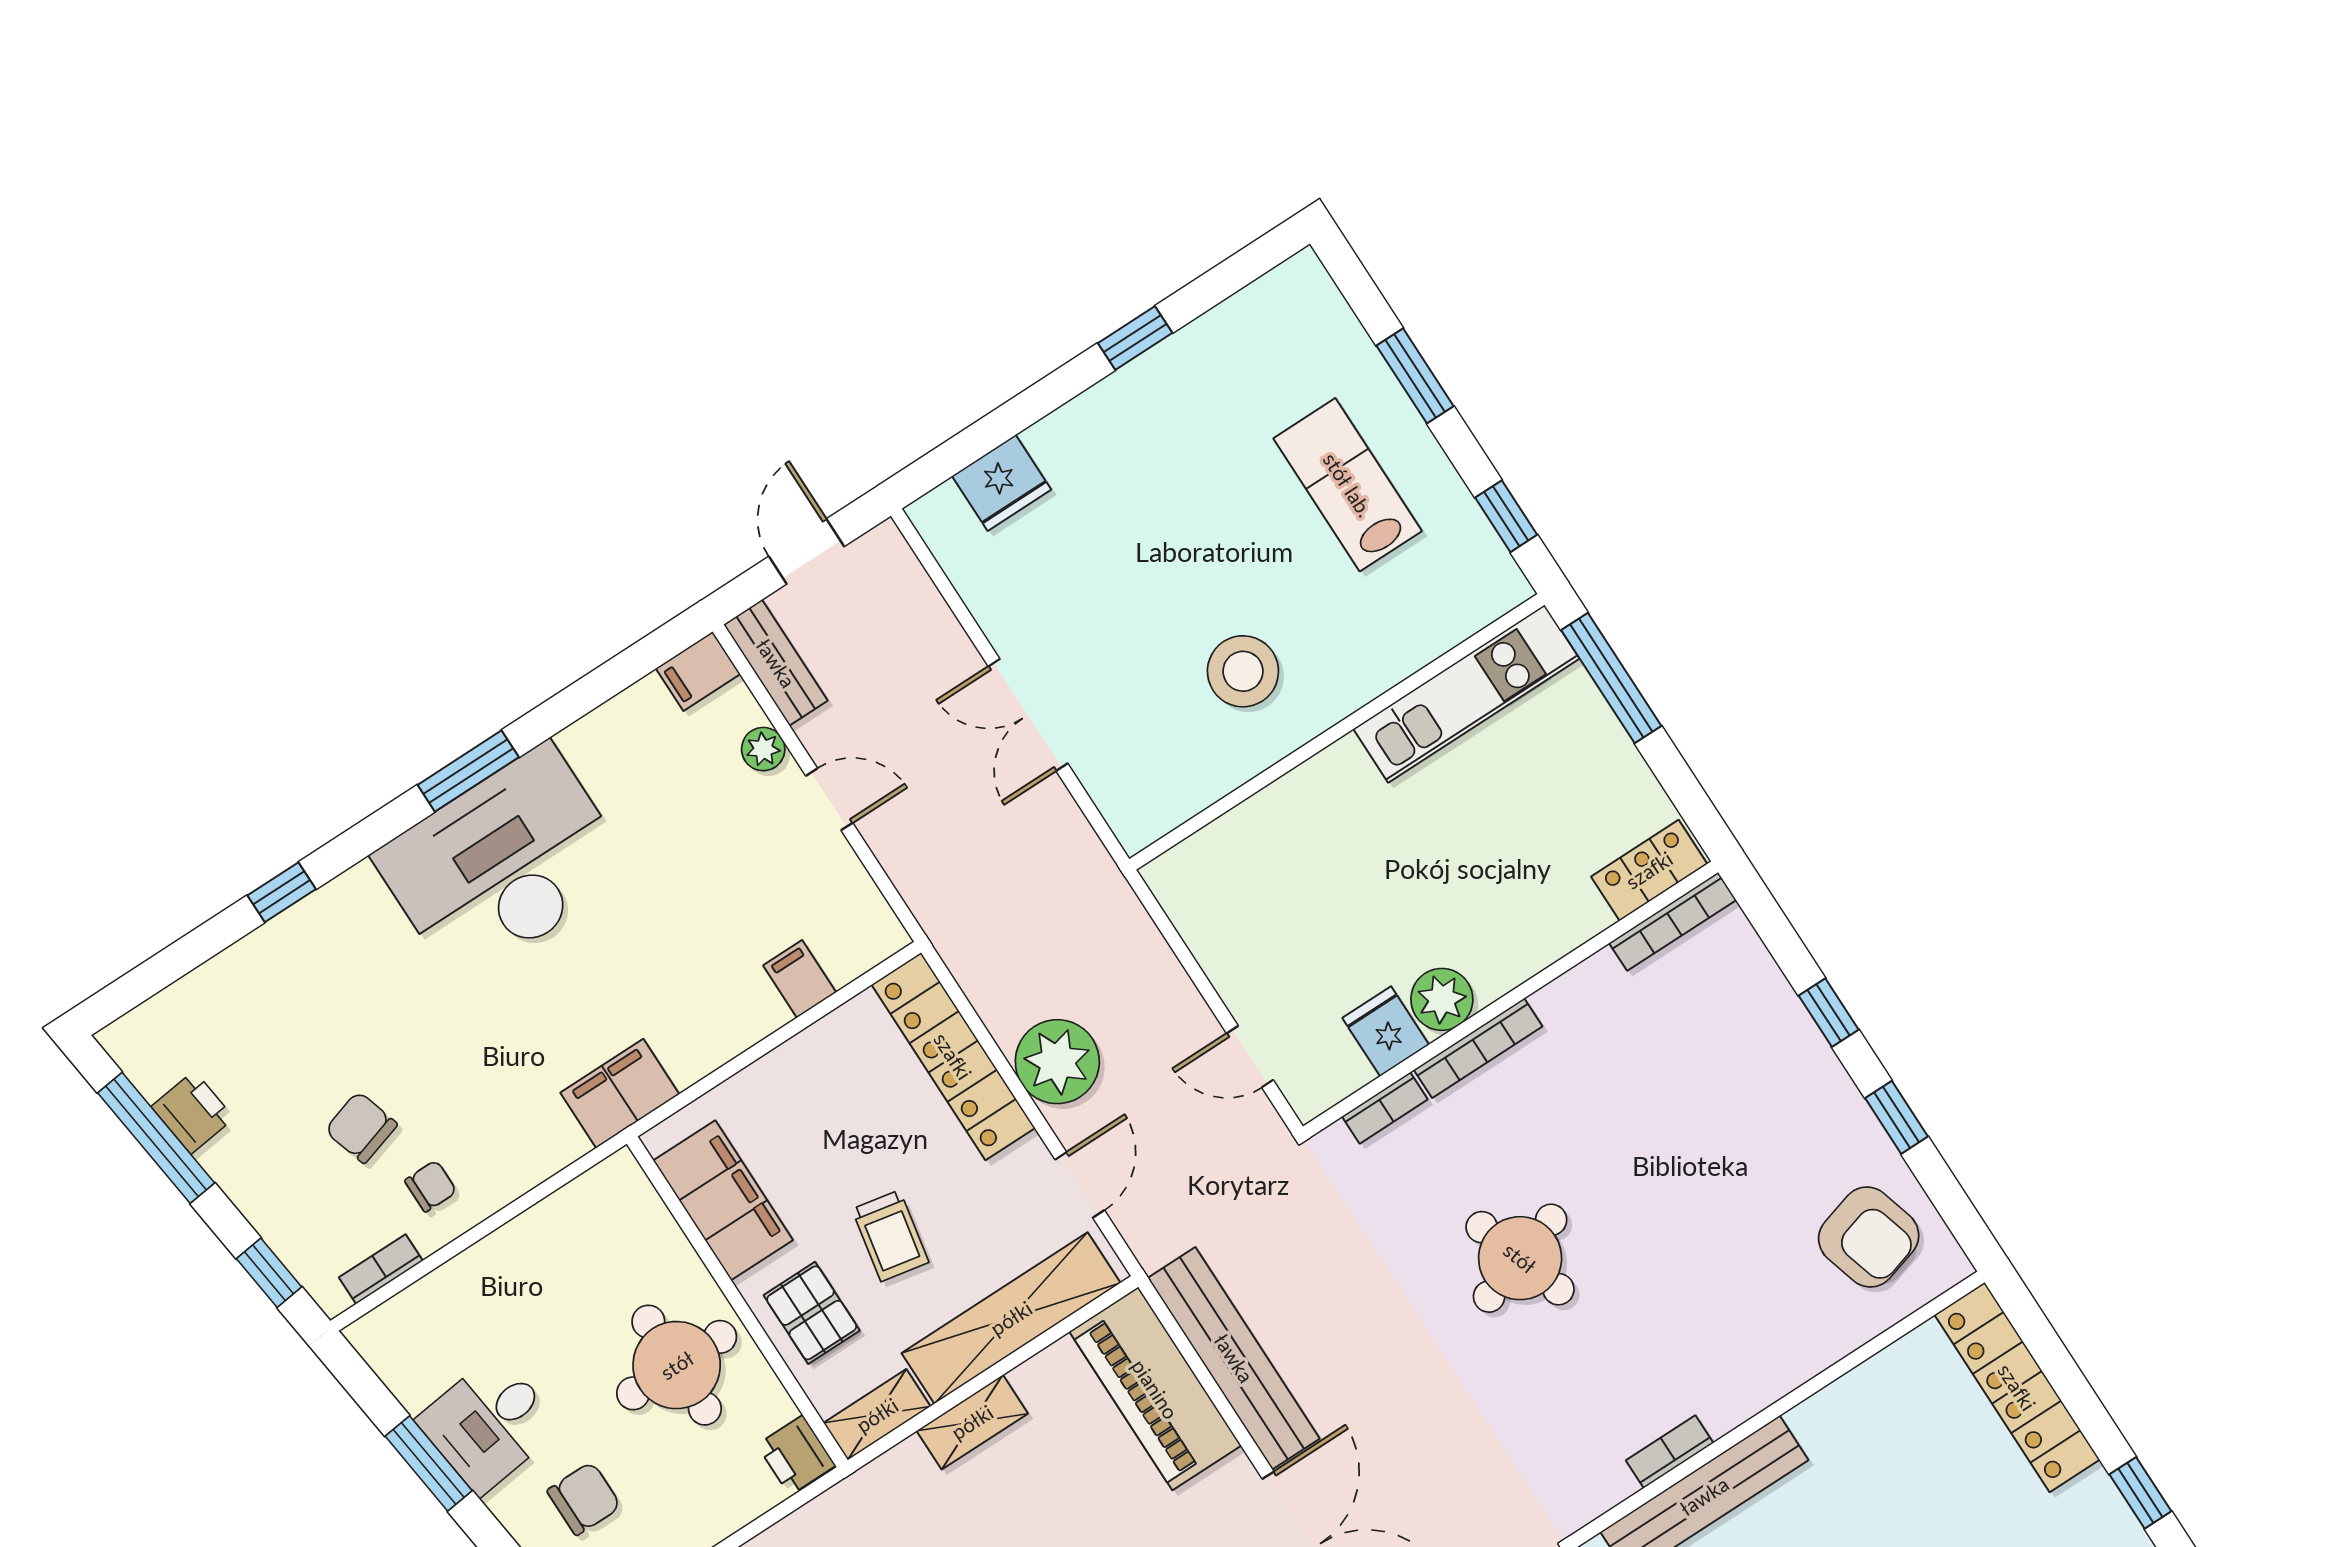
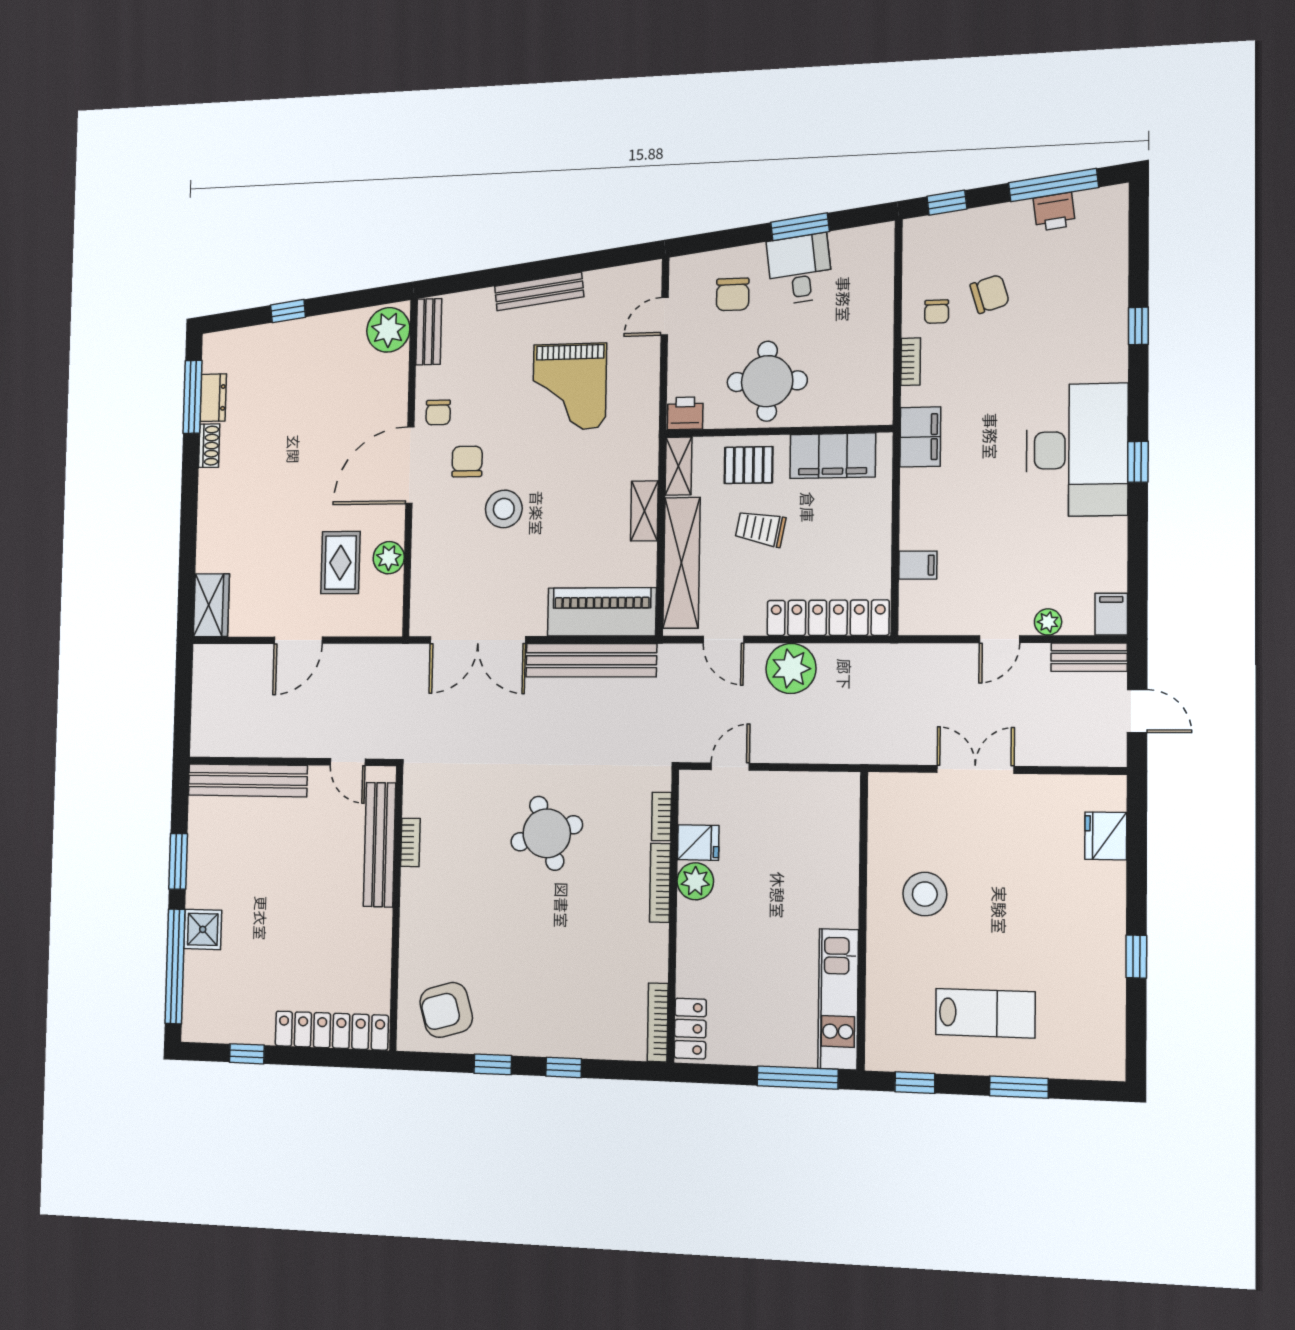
window: (468, 771) -> (1138, 462), width x0.67
bookcase: (381, 1269) -> (911, 362), moved

